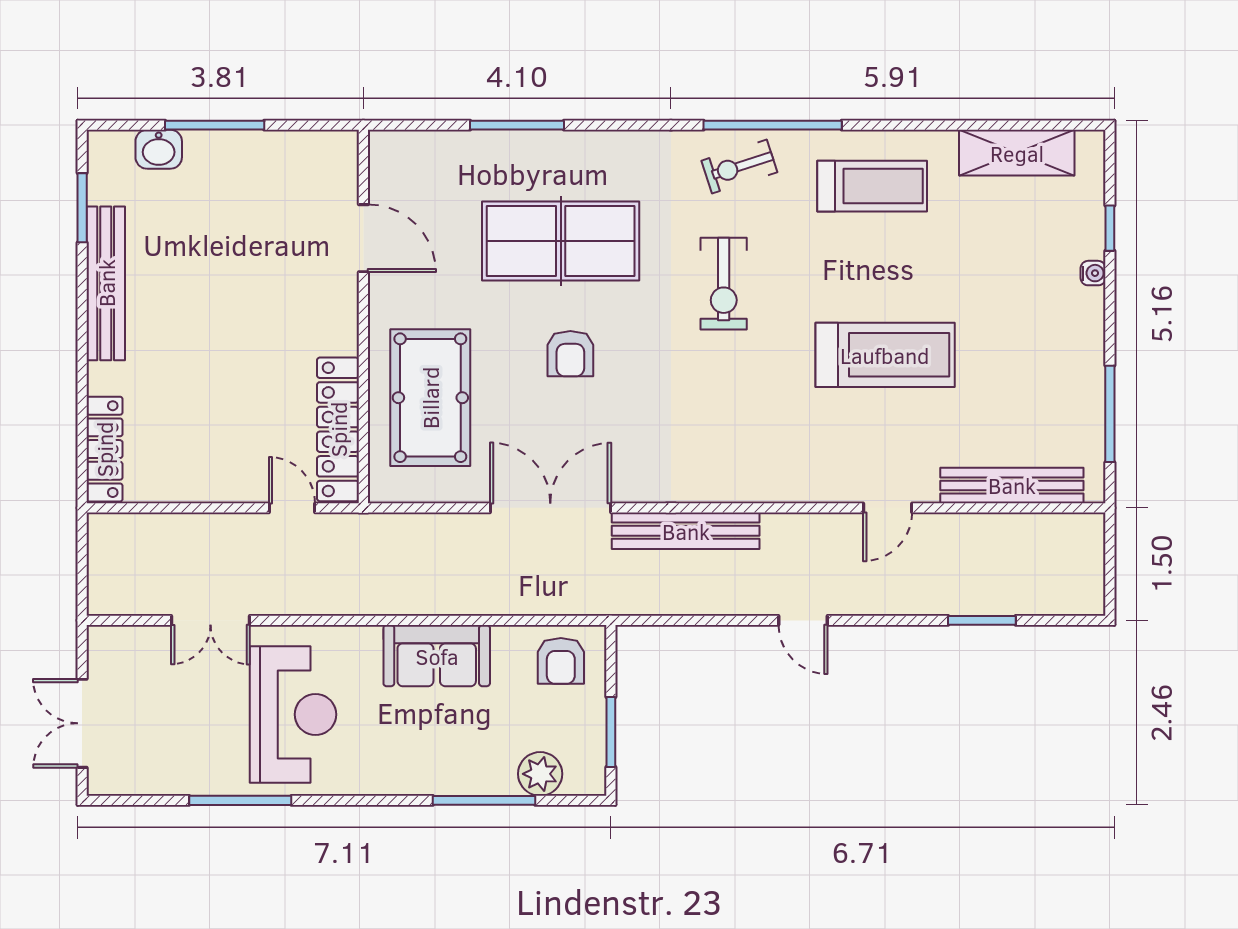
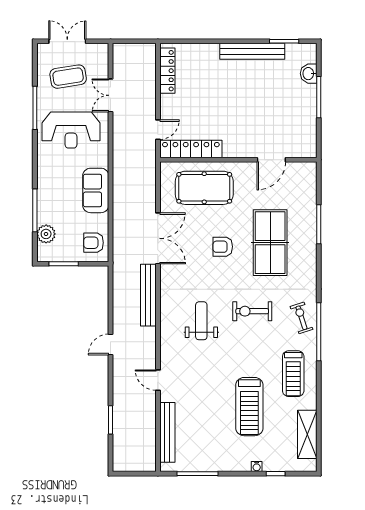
treadmill: (885, 355) -> (249, 407), moved
weight bench: (747, 405) -> (201, 321), added
locker: (104, 449) -> (167, 71), moved, turned -90
coffee table: (166, 722) -> (68, 77), added

